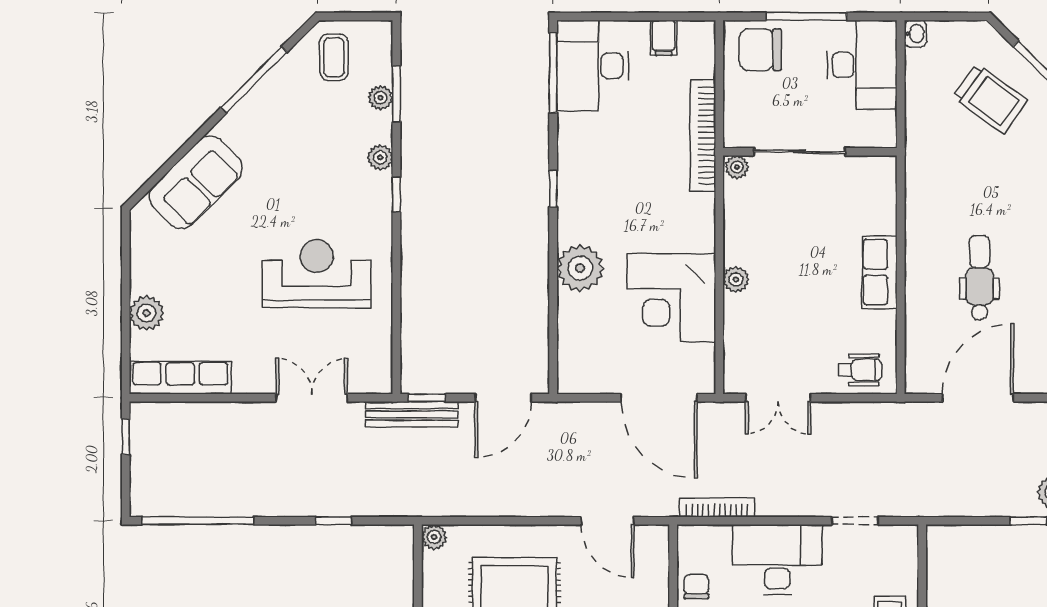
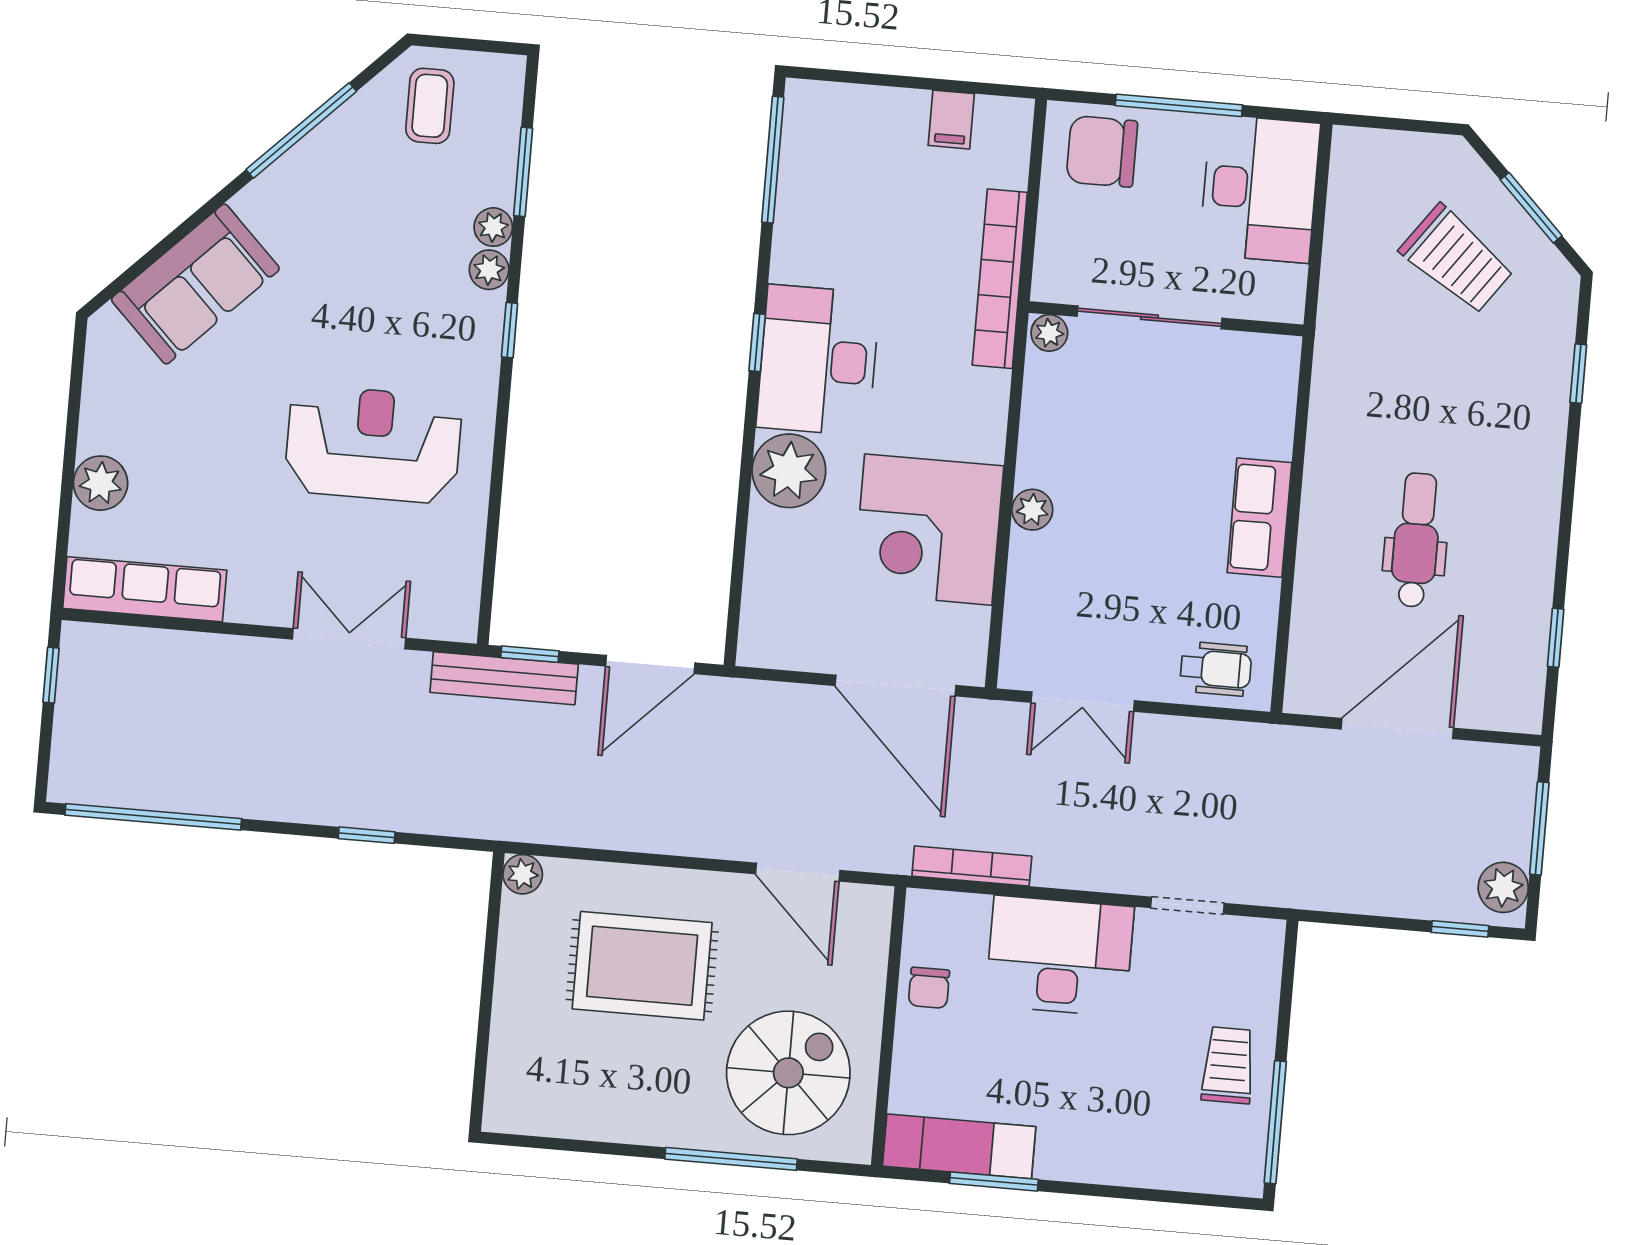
washbasin: (915, 34) -> (1348, 147), removed
desk: (593, 66) -> (818, 360), moved
plant: (380, 98) -> (493, 227), moved
chair: (696, 587) -> (929, 988), turned 180

